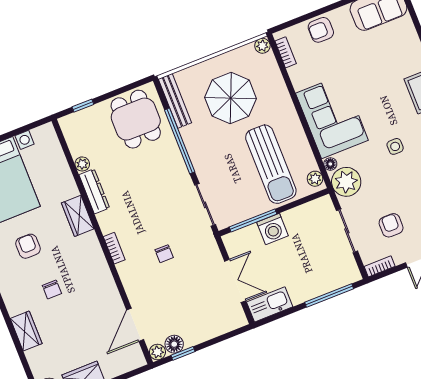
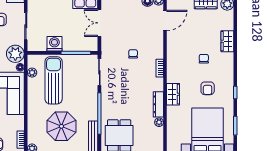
plant: (315, 179) -> (32, 73), moved
washing machine: (272, 229) -> (54, 44), moved

